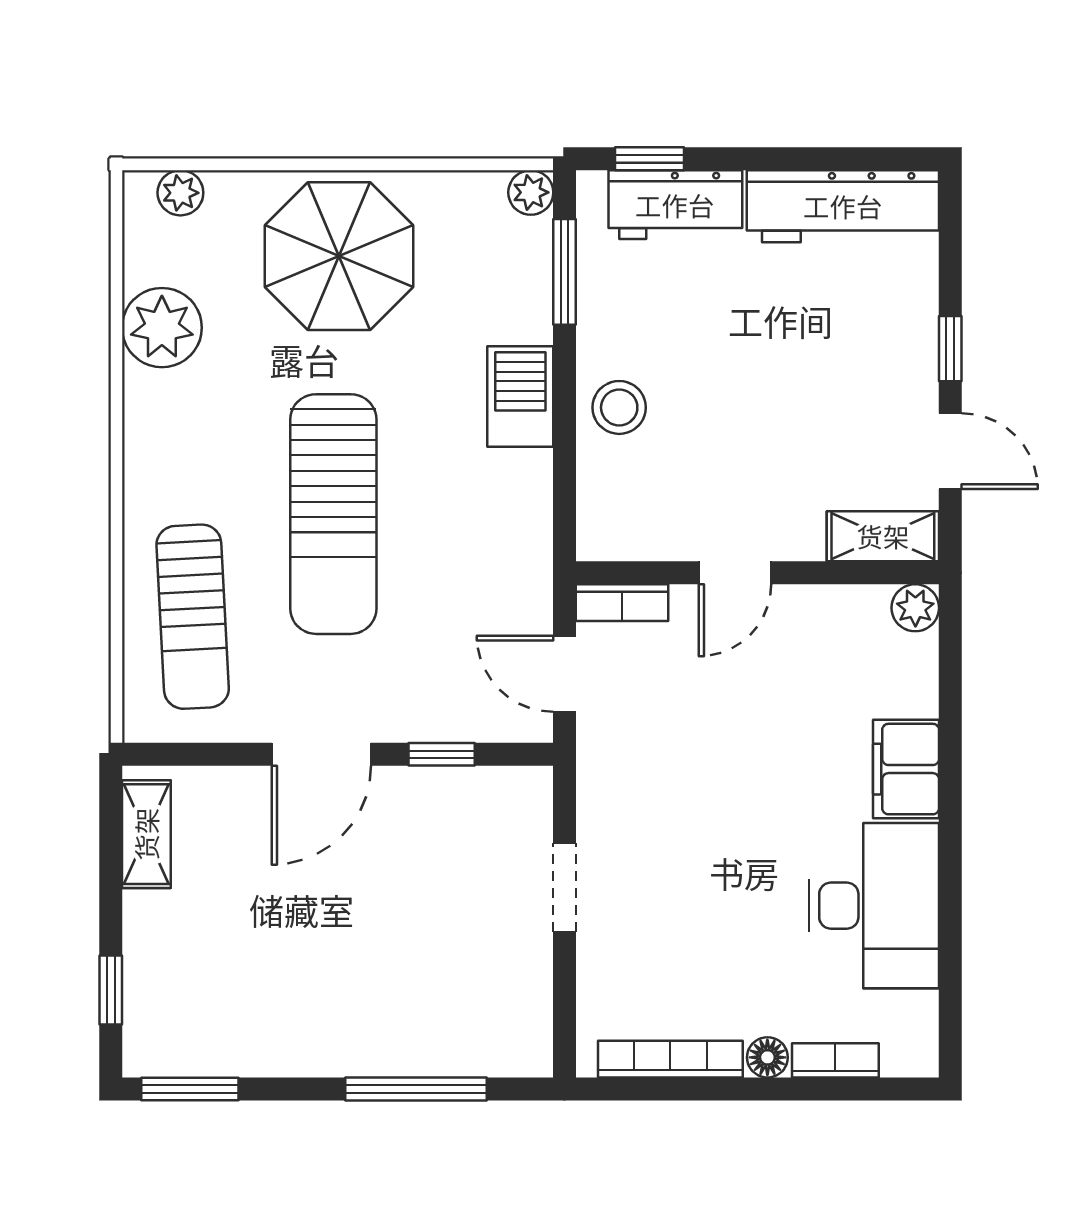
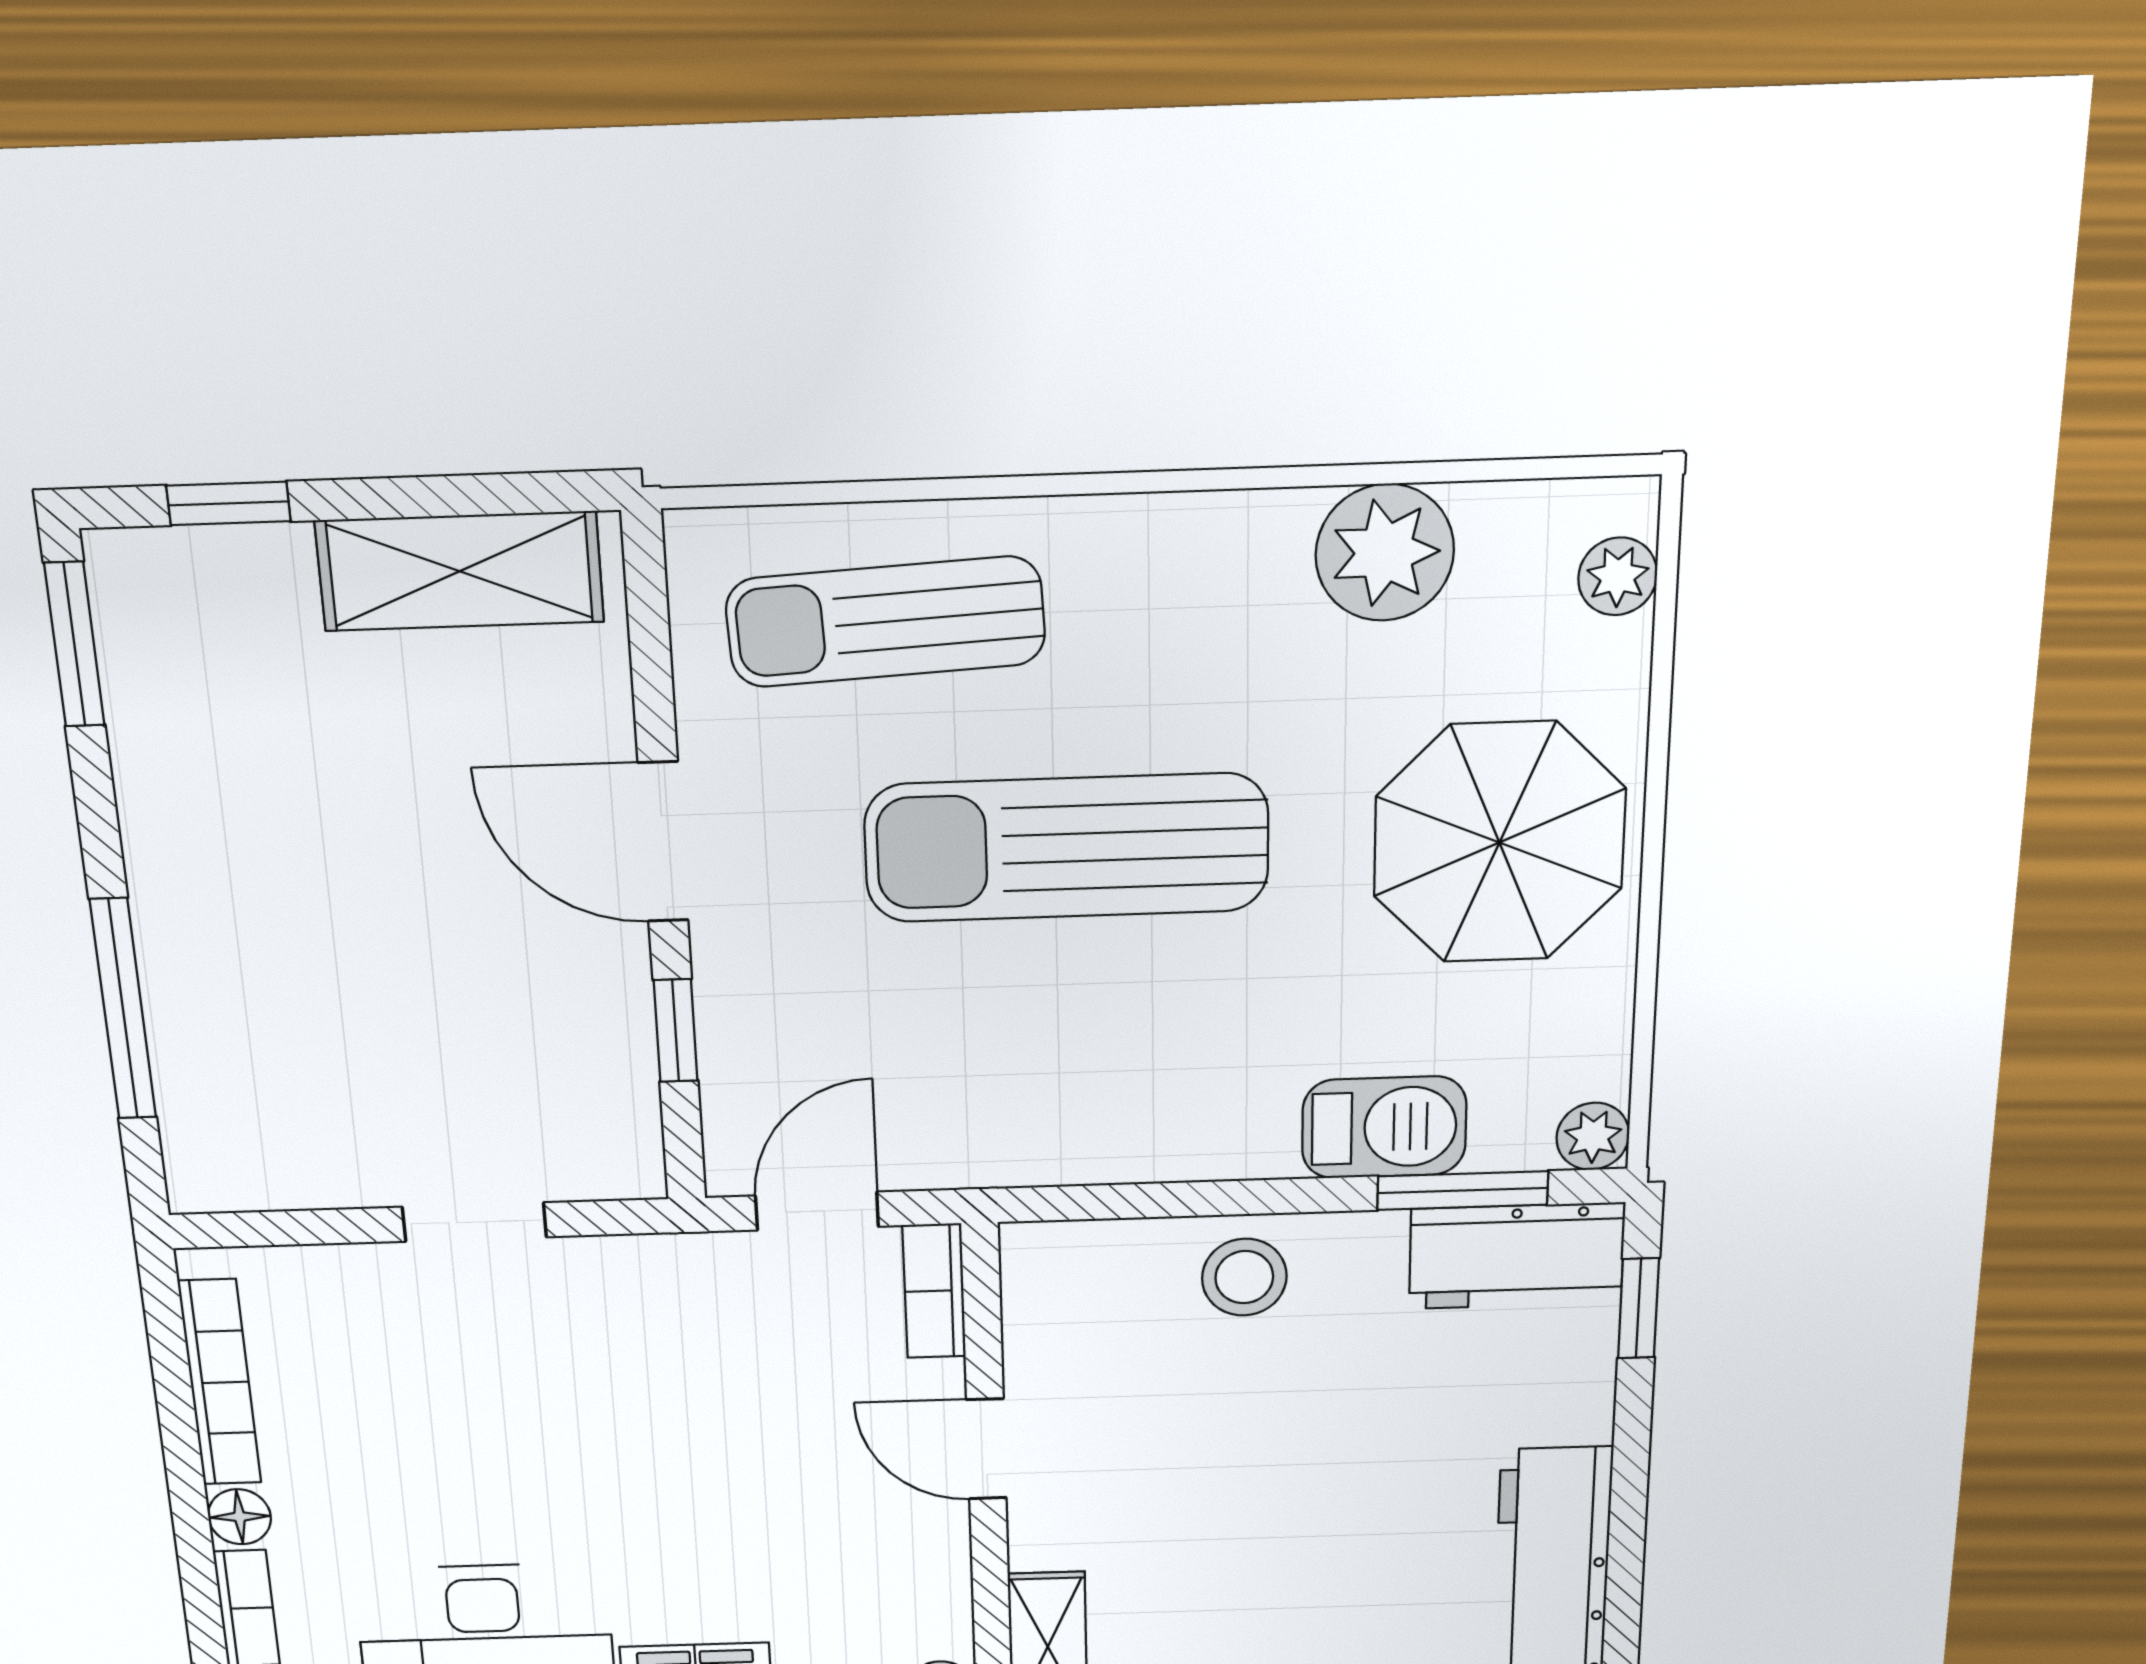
workbench: (675, 205) -> (1517, 1256), moved, turned -90
barbecue: (520, 397) -> (1384, 1127), moved
shelving: (146, 834) -> (460, 571), width x1.50, depth x1.33

